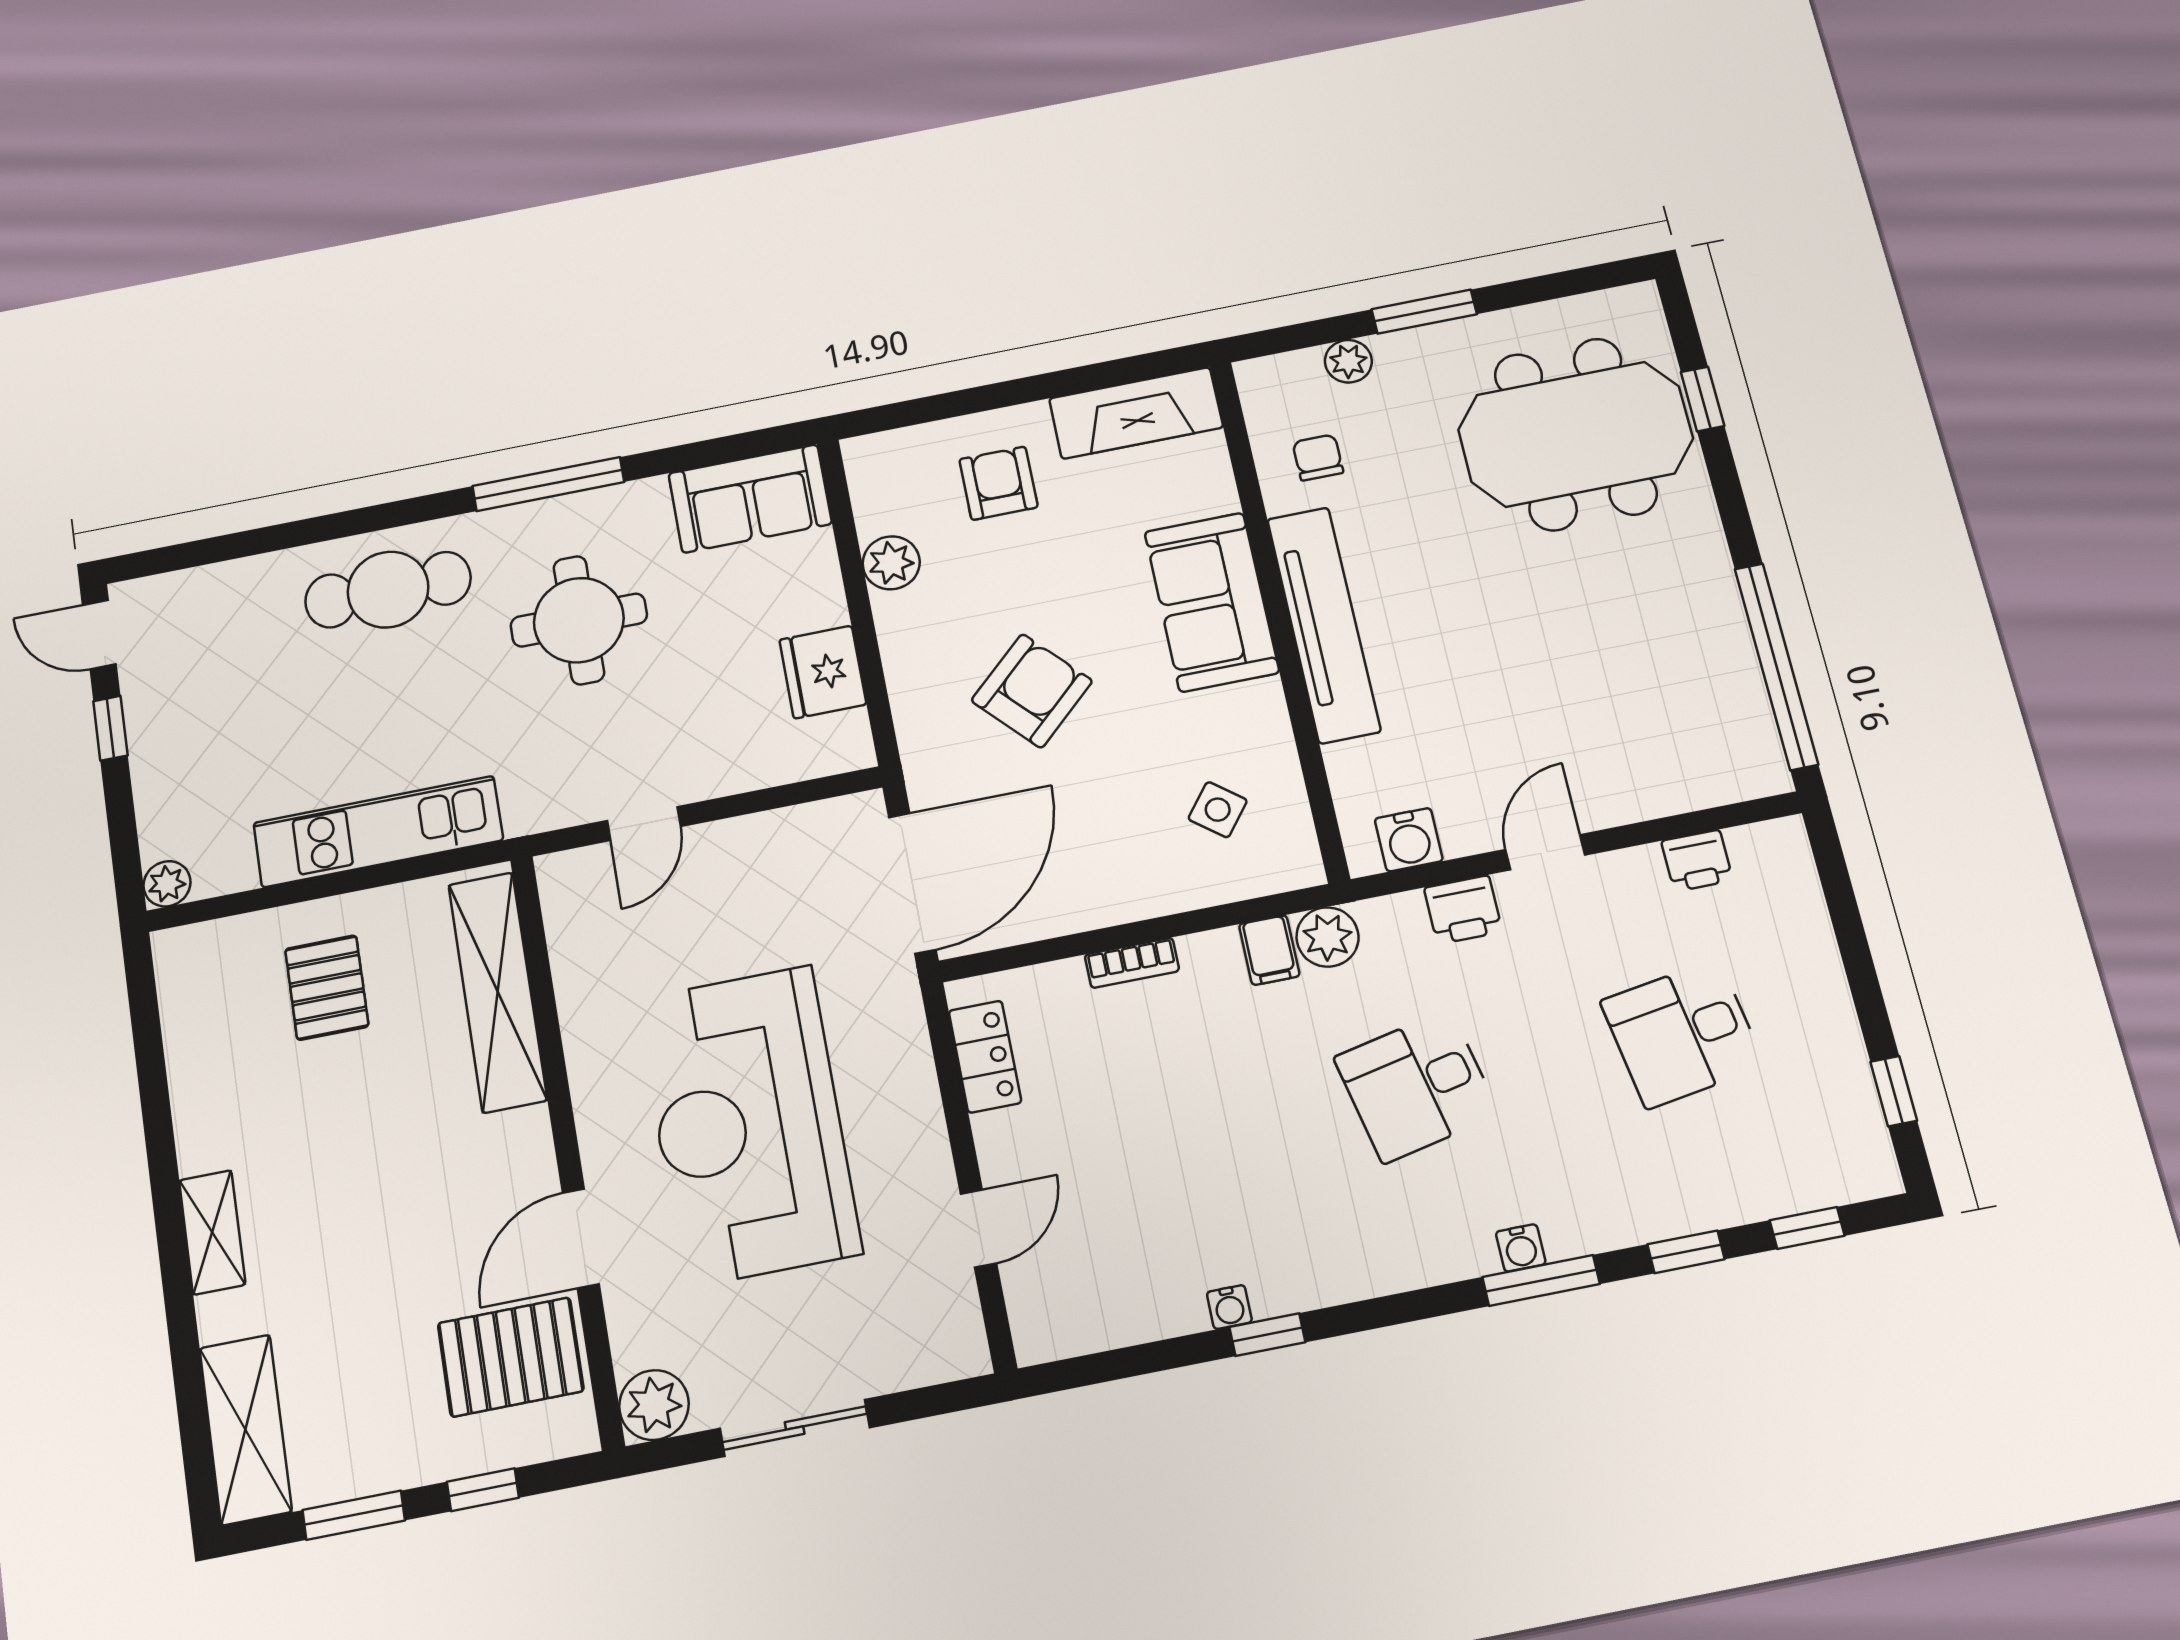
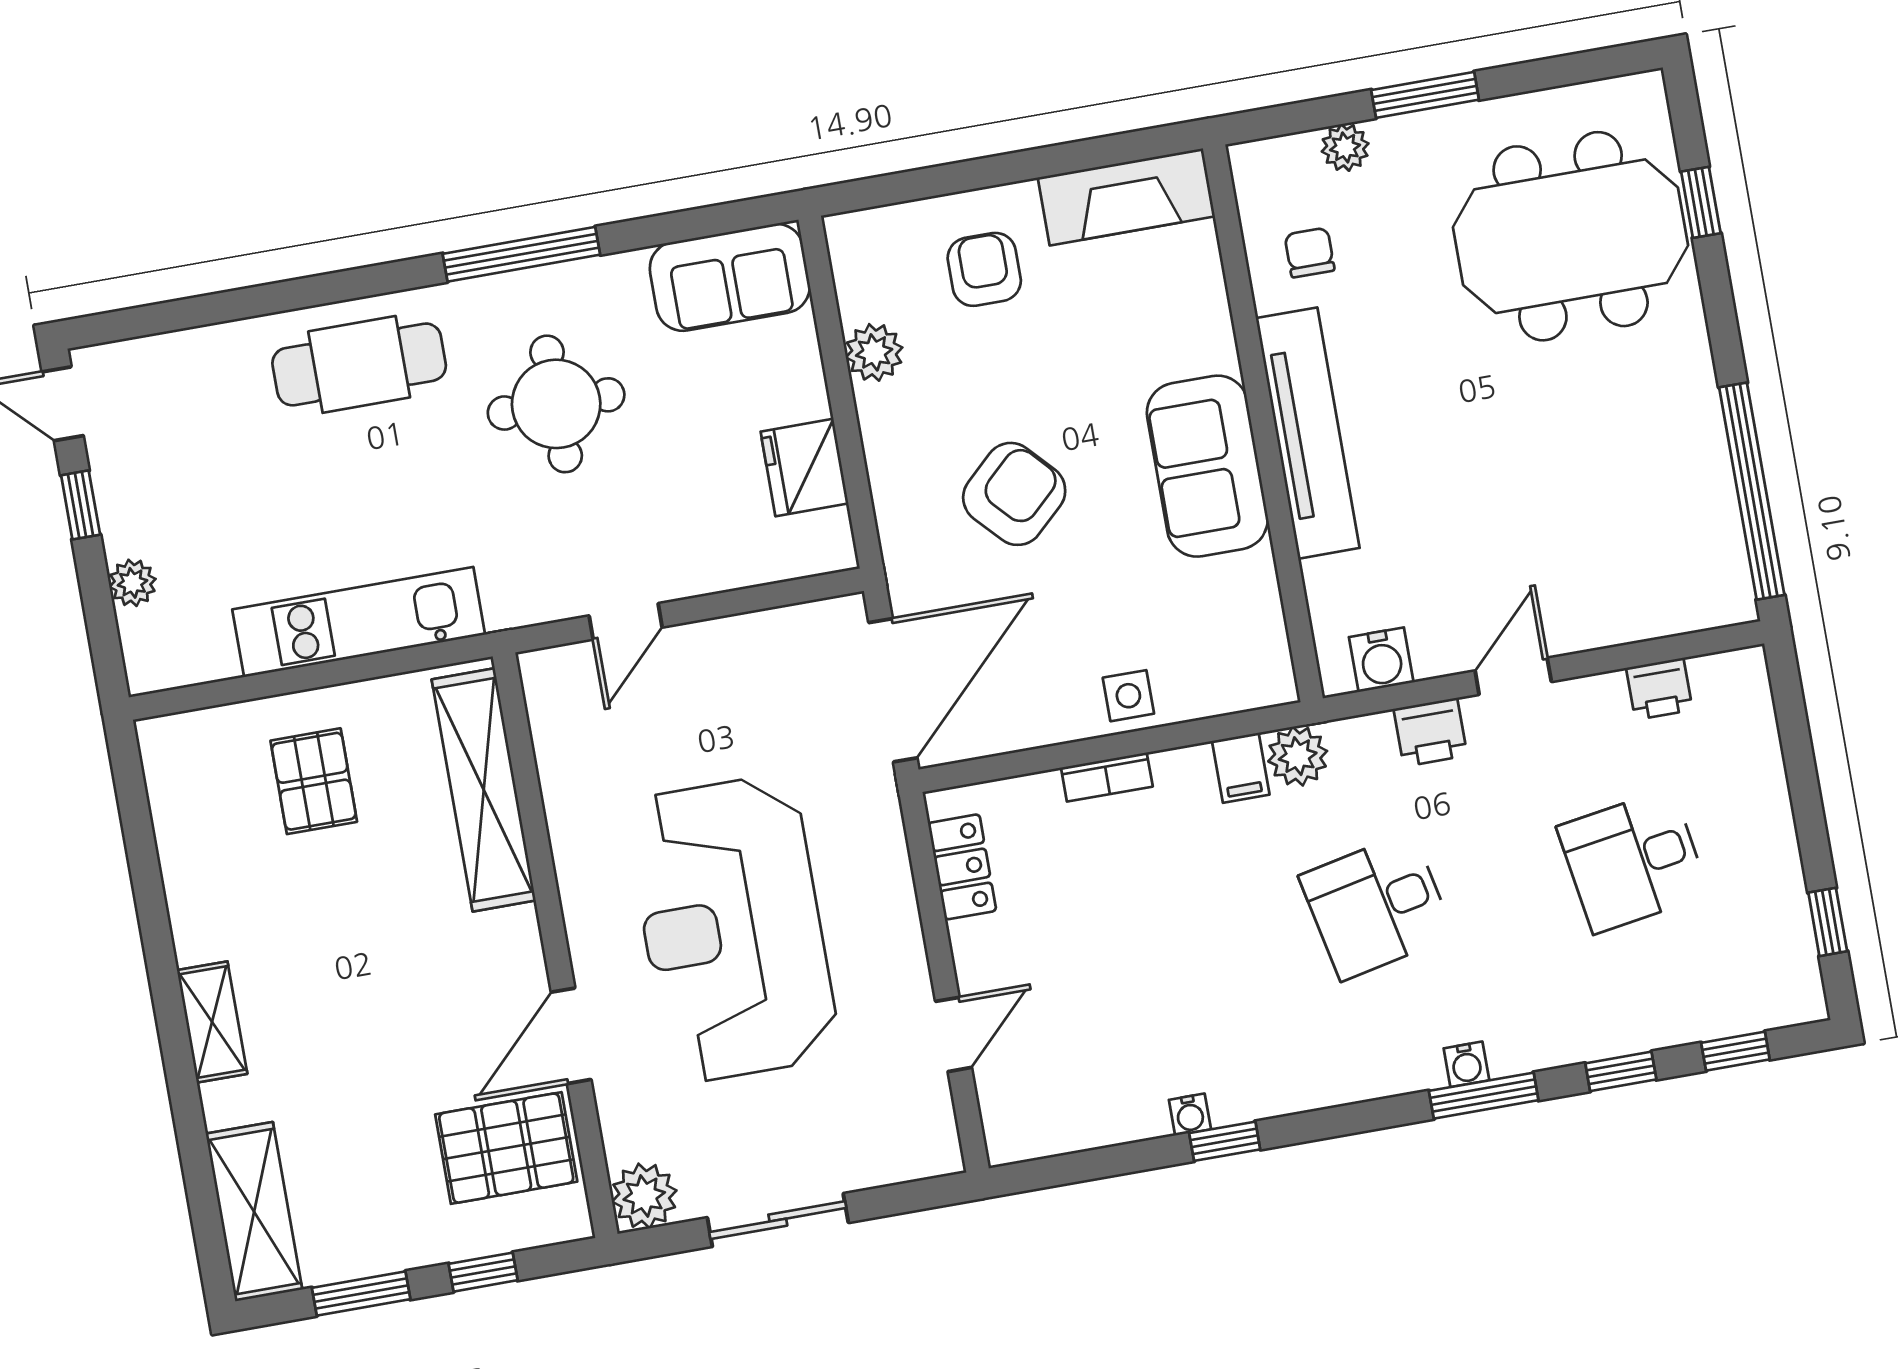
sofa: (1212, 602) -> (1207, 466), moved
side table: (1218, 810) -> (1128, 696), moved, turned -38
plant: (167, 884) -> (132, 583), moved

